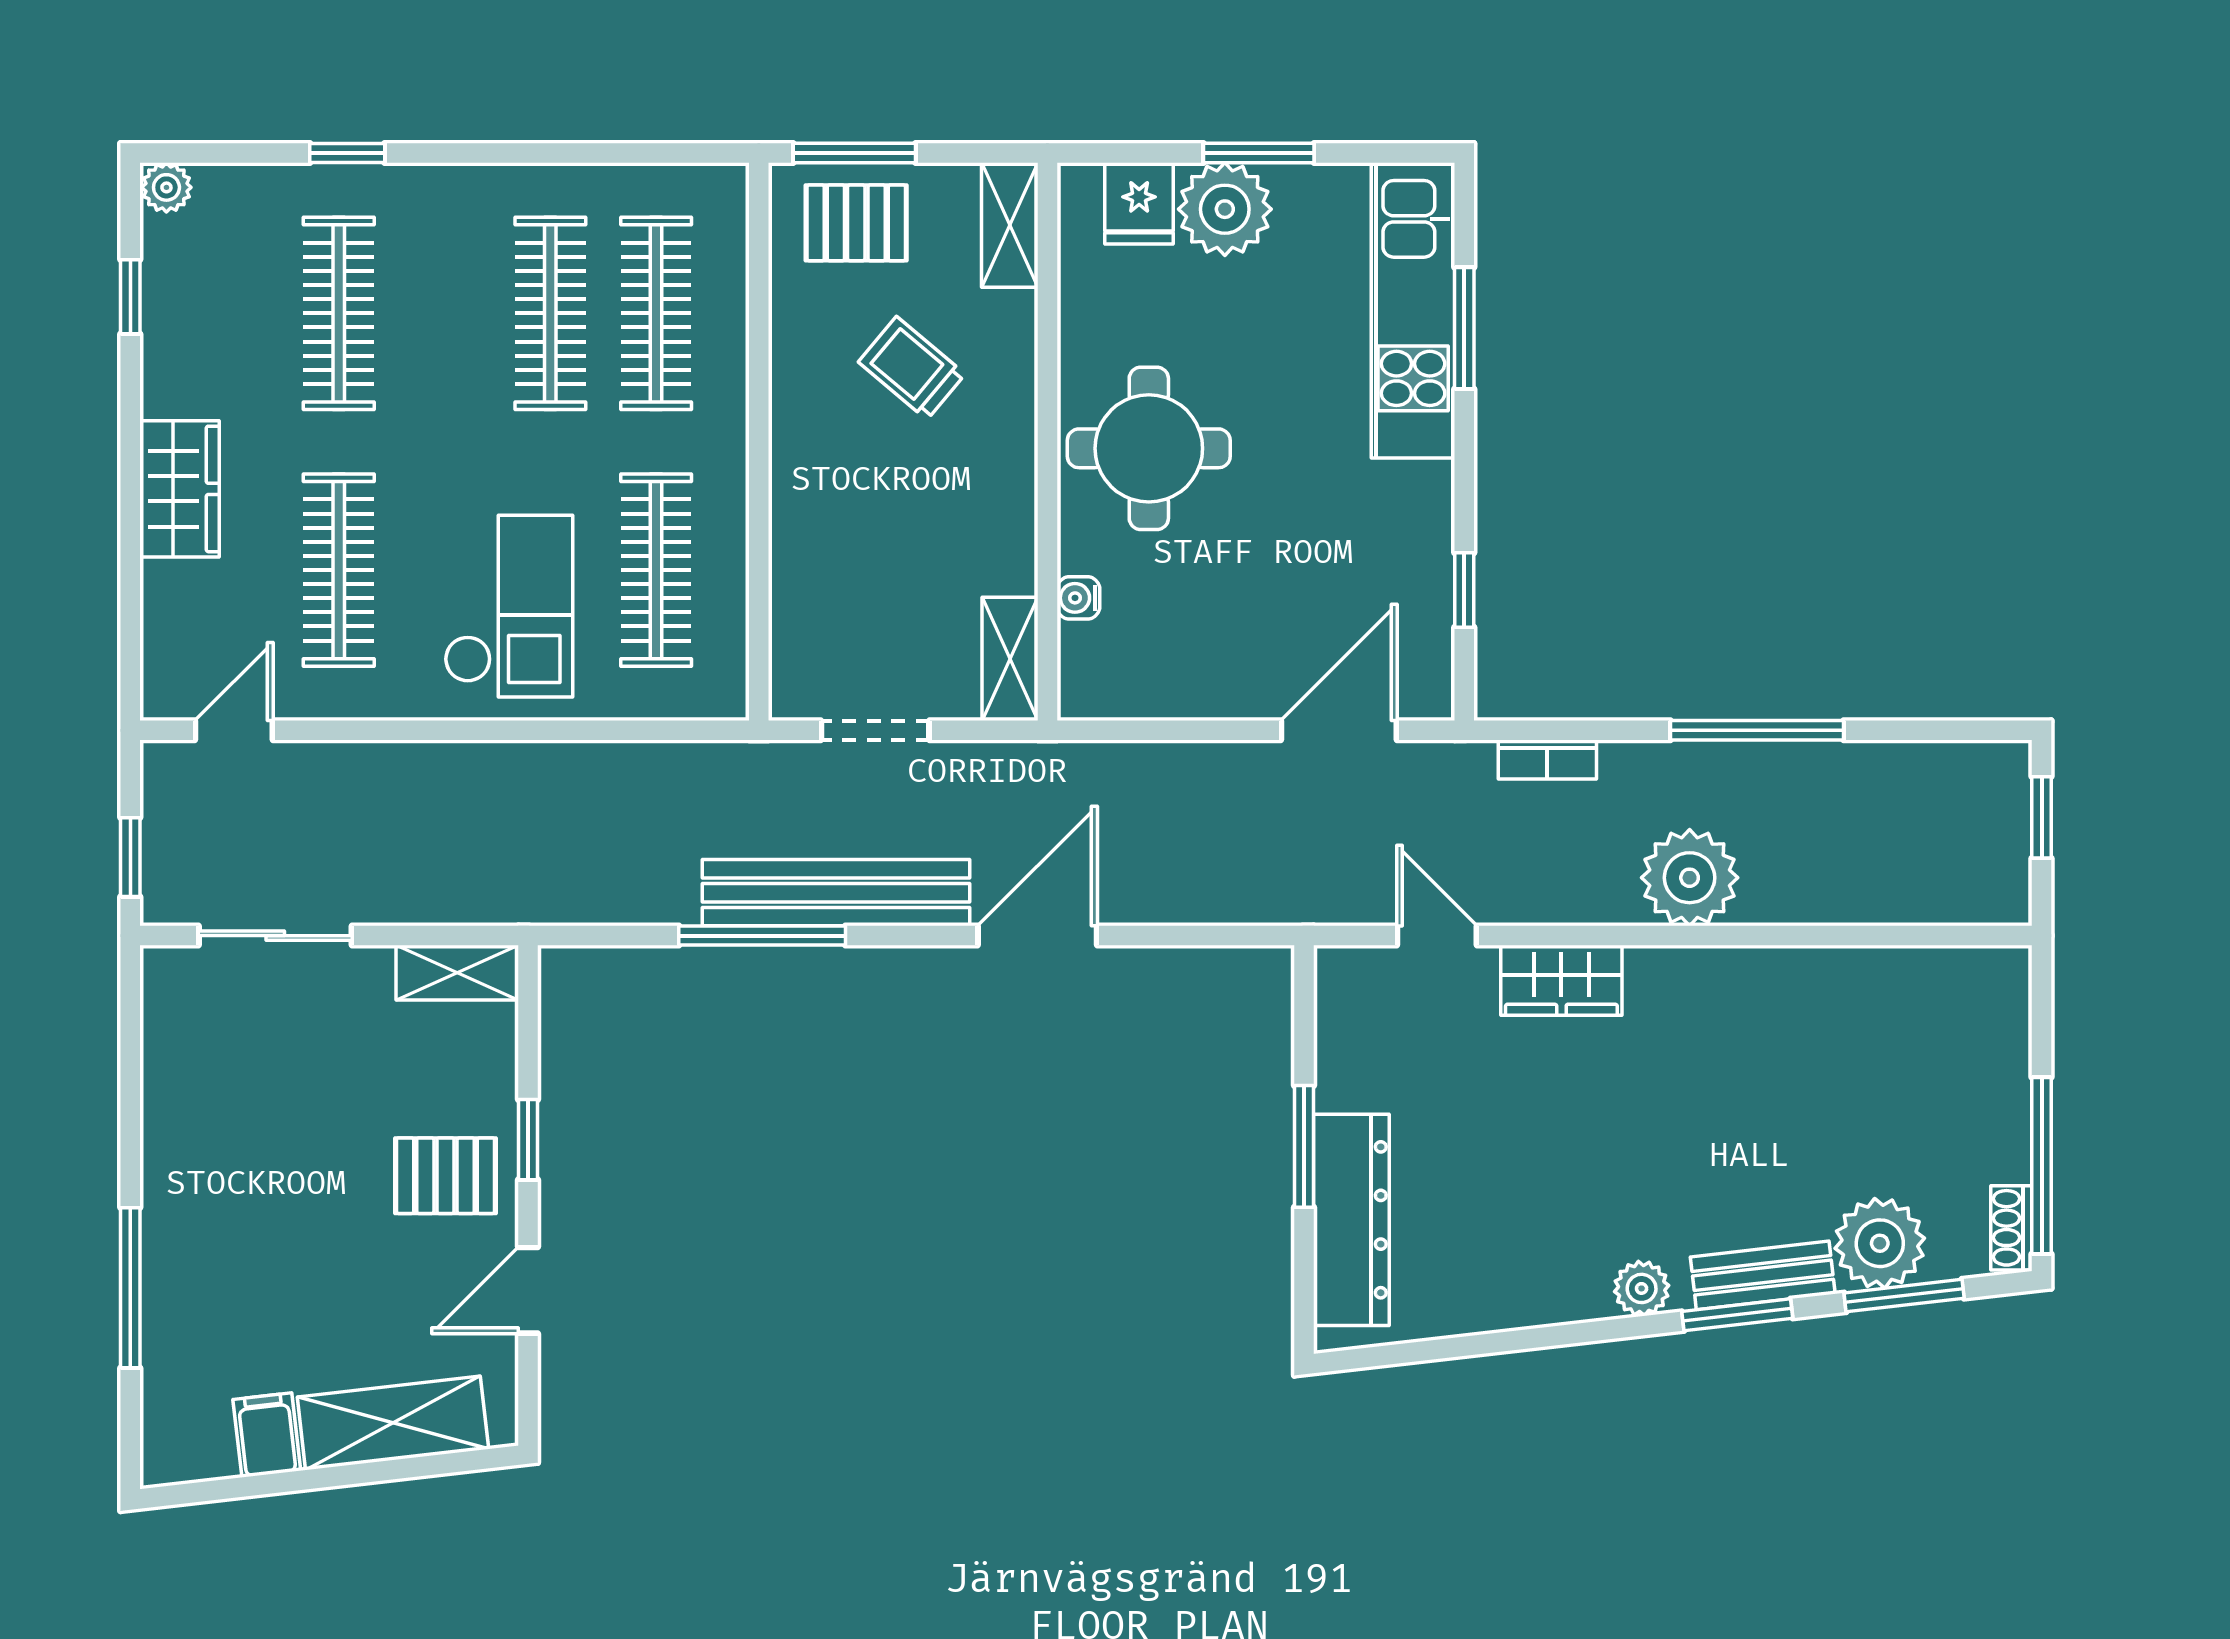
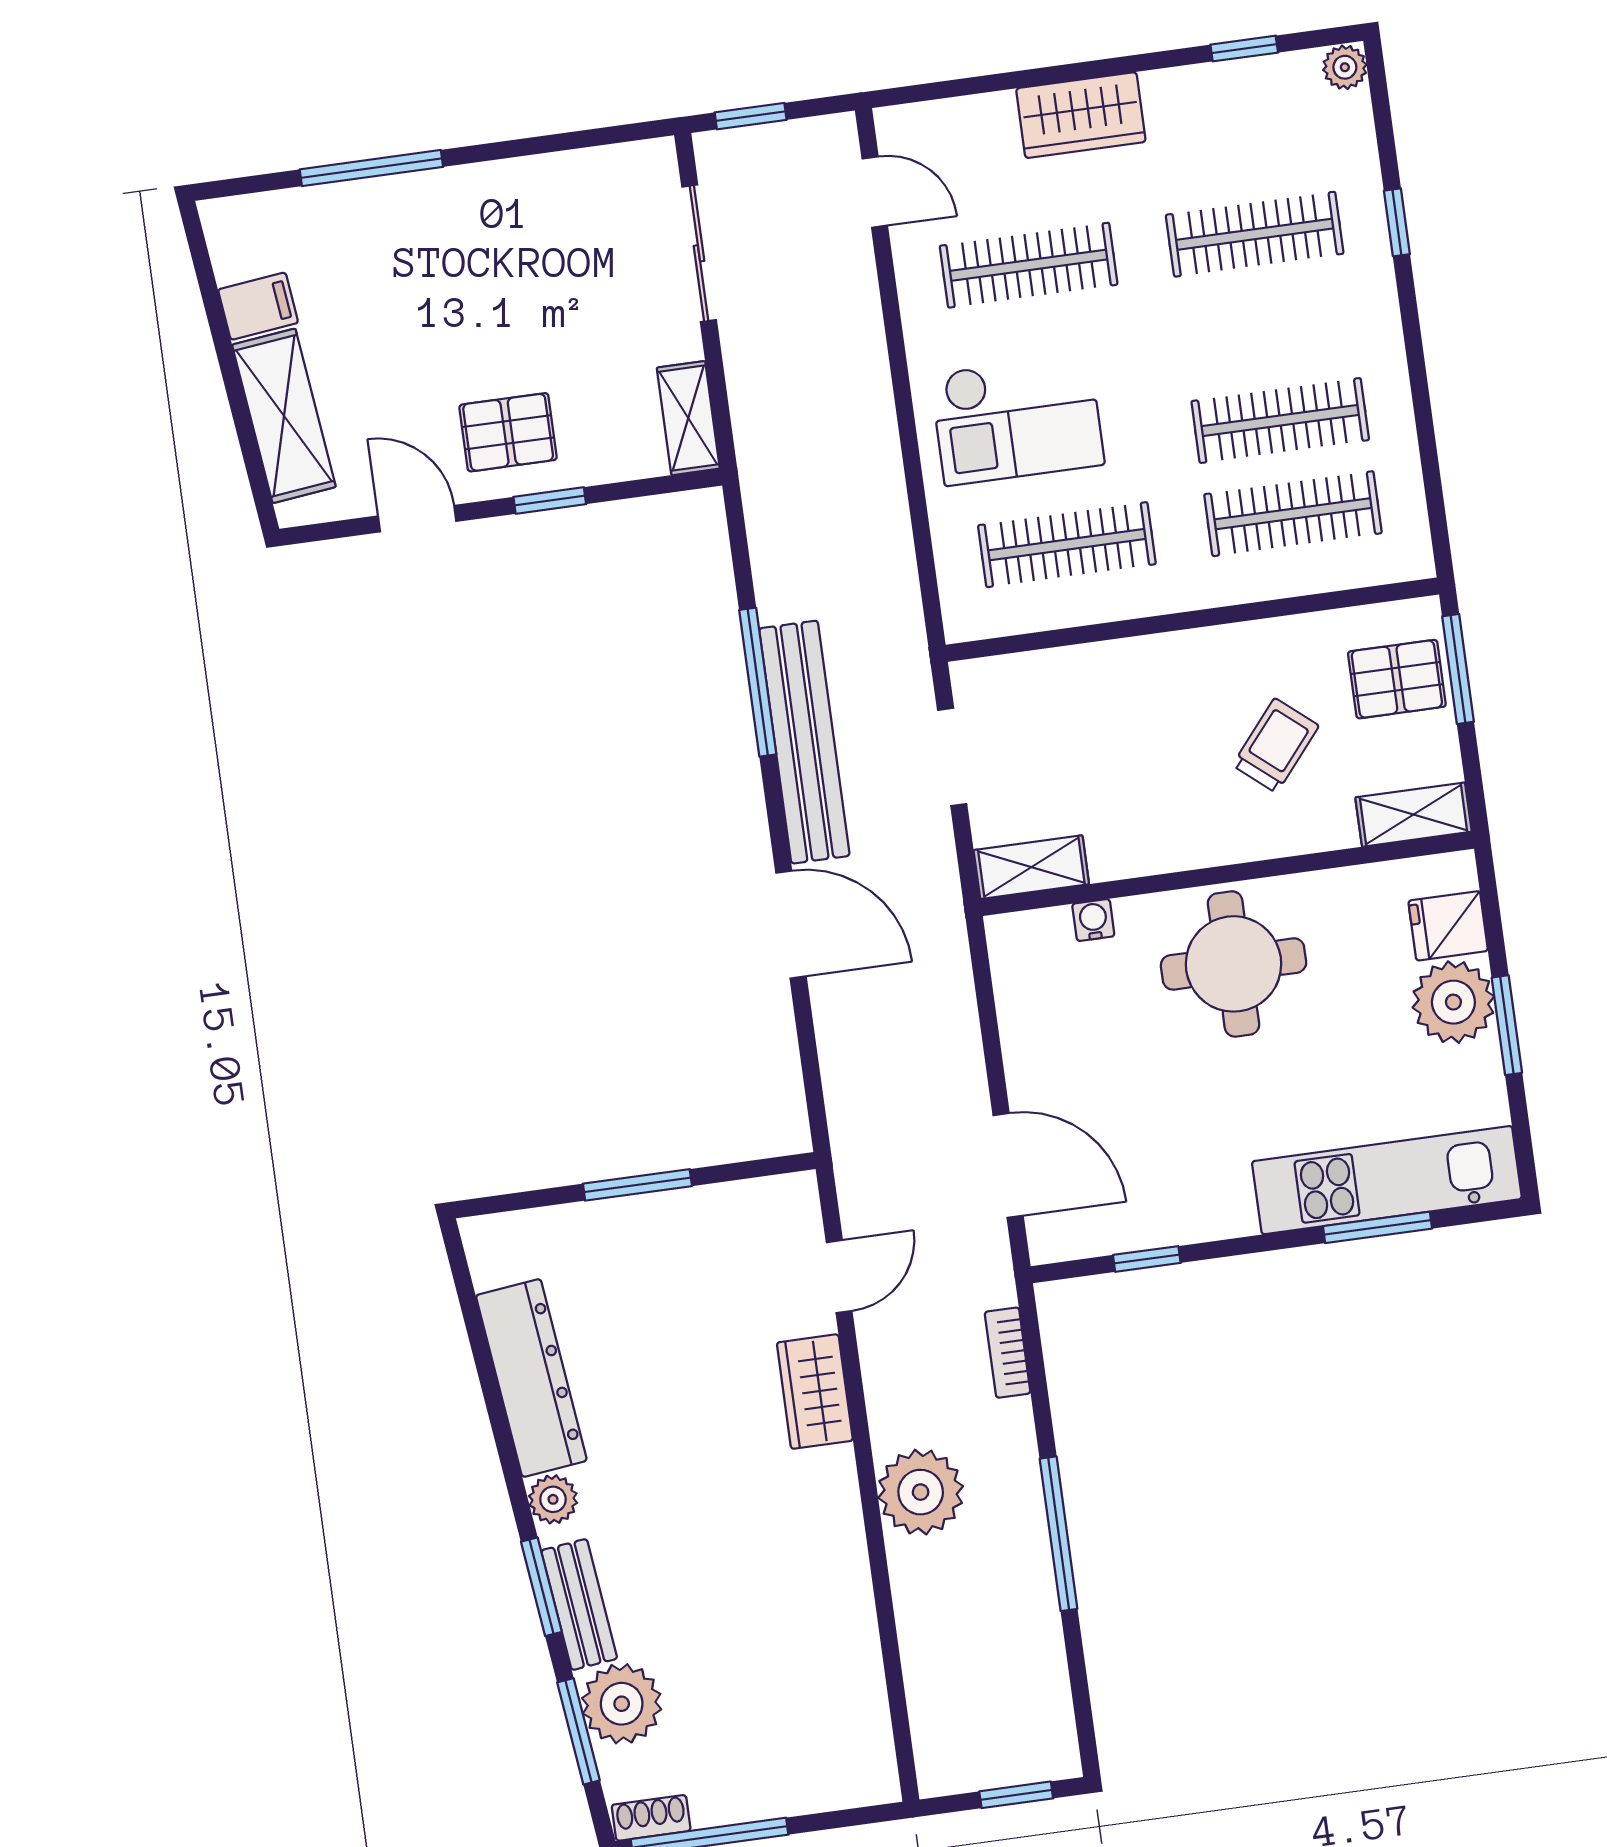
pallet: (856, 223) -> (1397, 679), turned 90
pallet: (446, 1176) -> (508, 432), turned 90
dresser: (1351, 1220) -> (531, 1378), moved, turned -97

